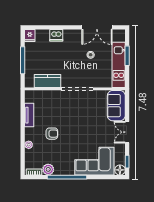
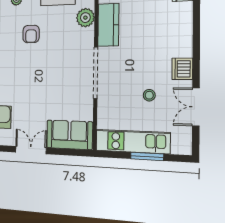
double door: (97, 27) -> (196, 107), width x0.73
dishwasher: (56, 35) -> (182, 69), moved
plant: (42, 96) -> (85, 18), added

